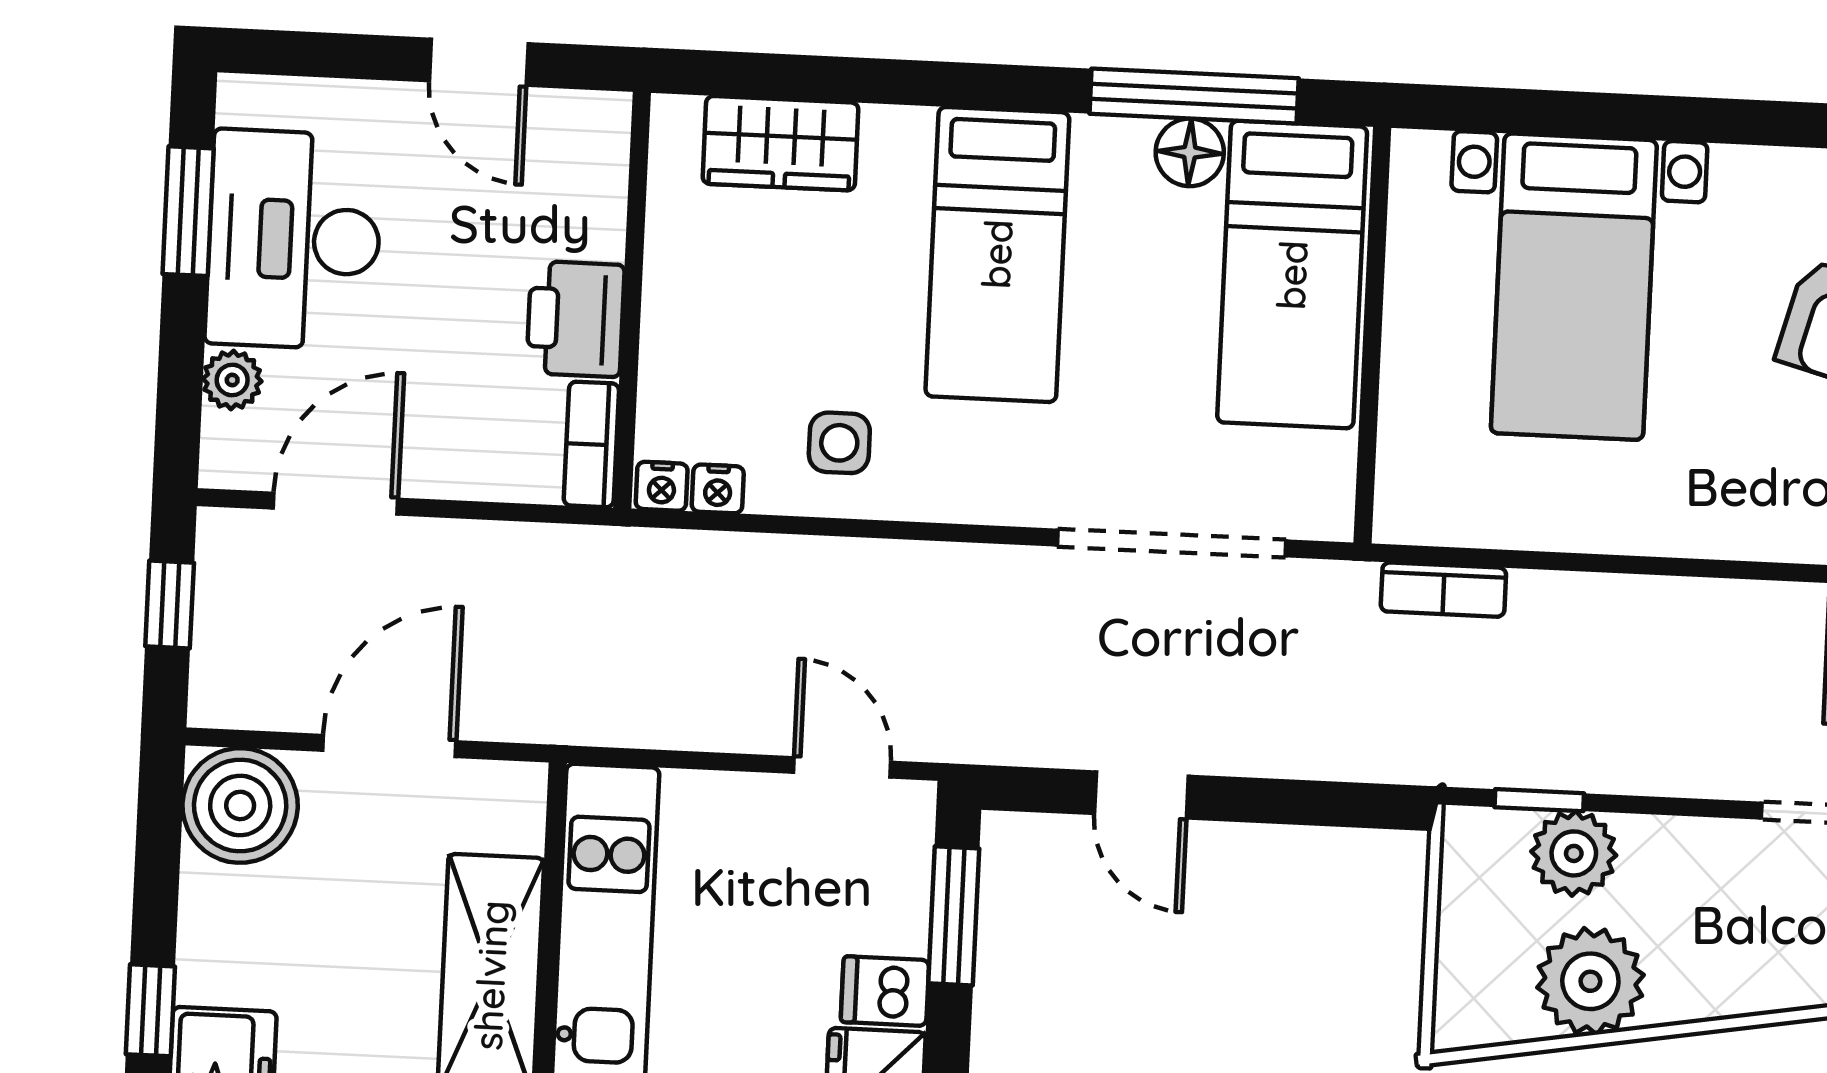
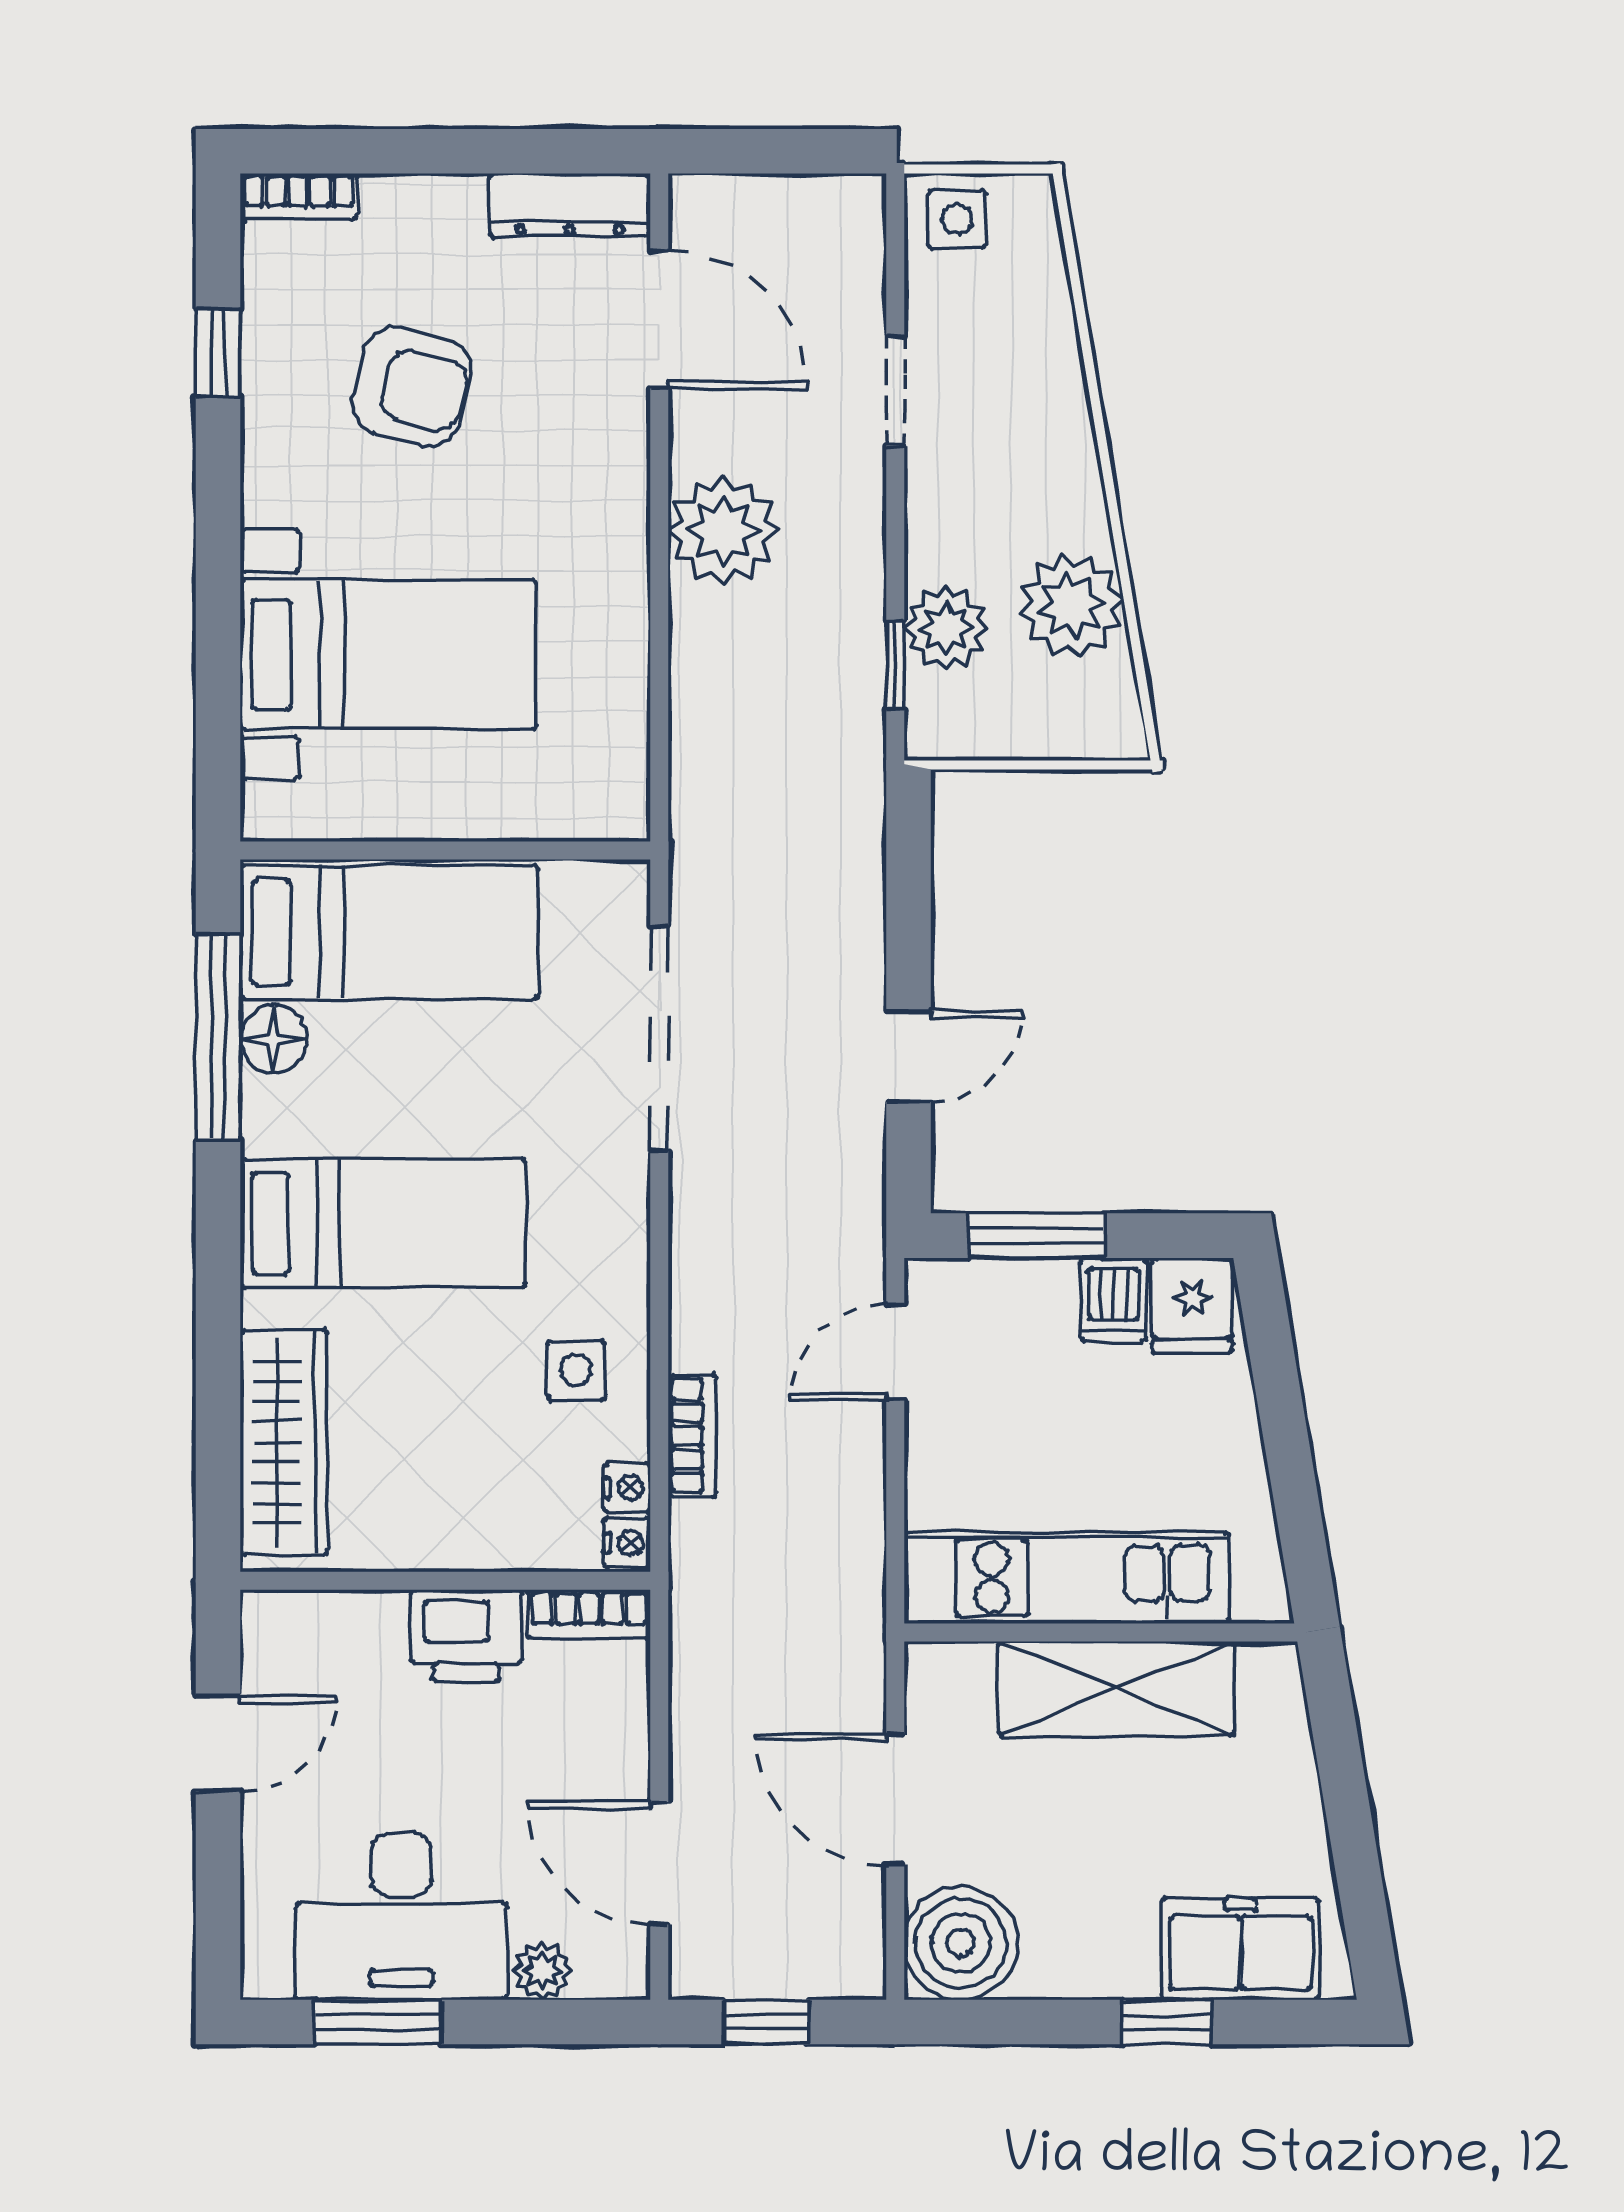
wardrobe: (780, 143) -> (284, 1442), width x1.50
bookcase: (1443, 590) -> (692, 1436), moved
plant: (1683, 632) -> (724, 531), added

